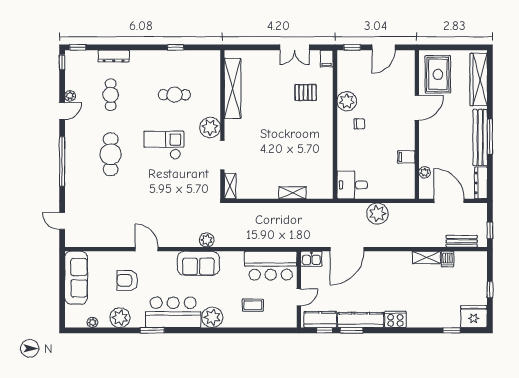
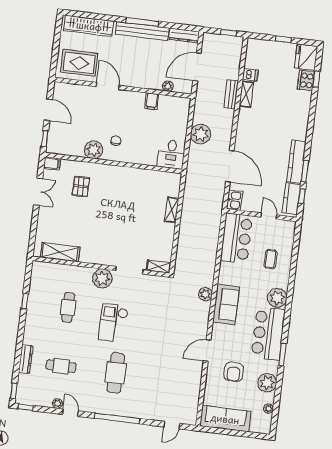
shelving: (233, 88) -> (60, 252), width x0.68
cafe table: (111, 154) -> (116, 373), turned 90
bench: (462, 241) -> (231, 94), moved
cooker: (395, 319) -> (306, 80), moved

